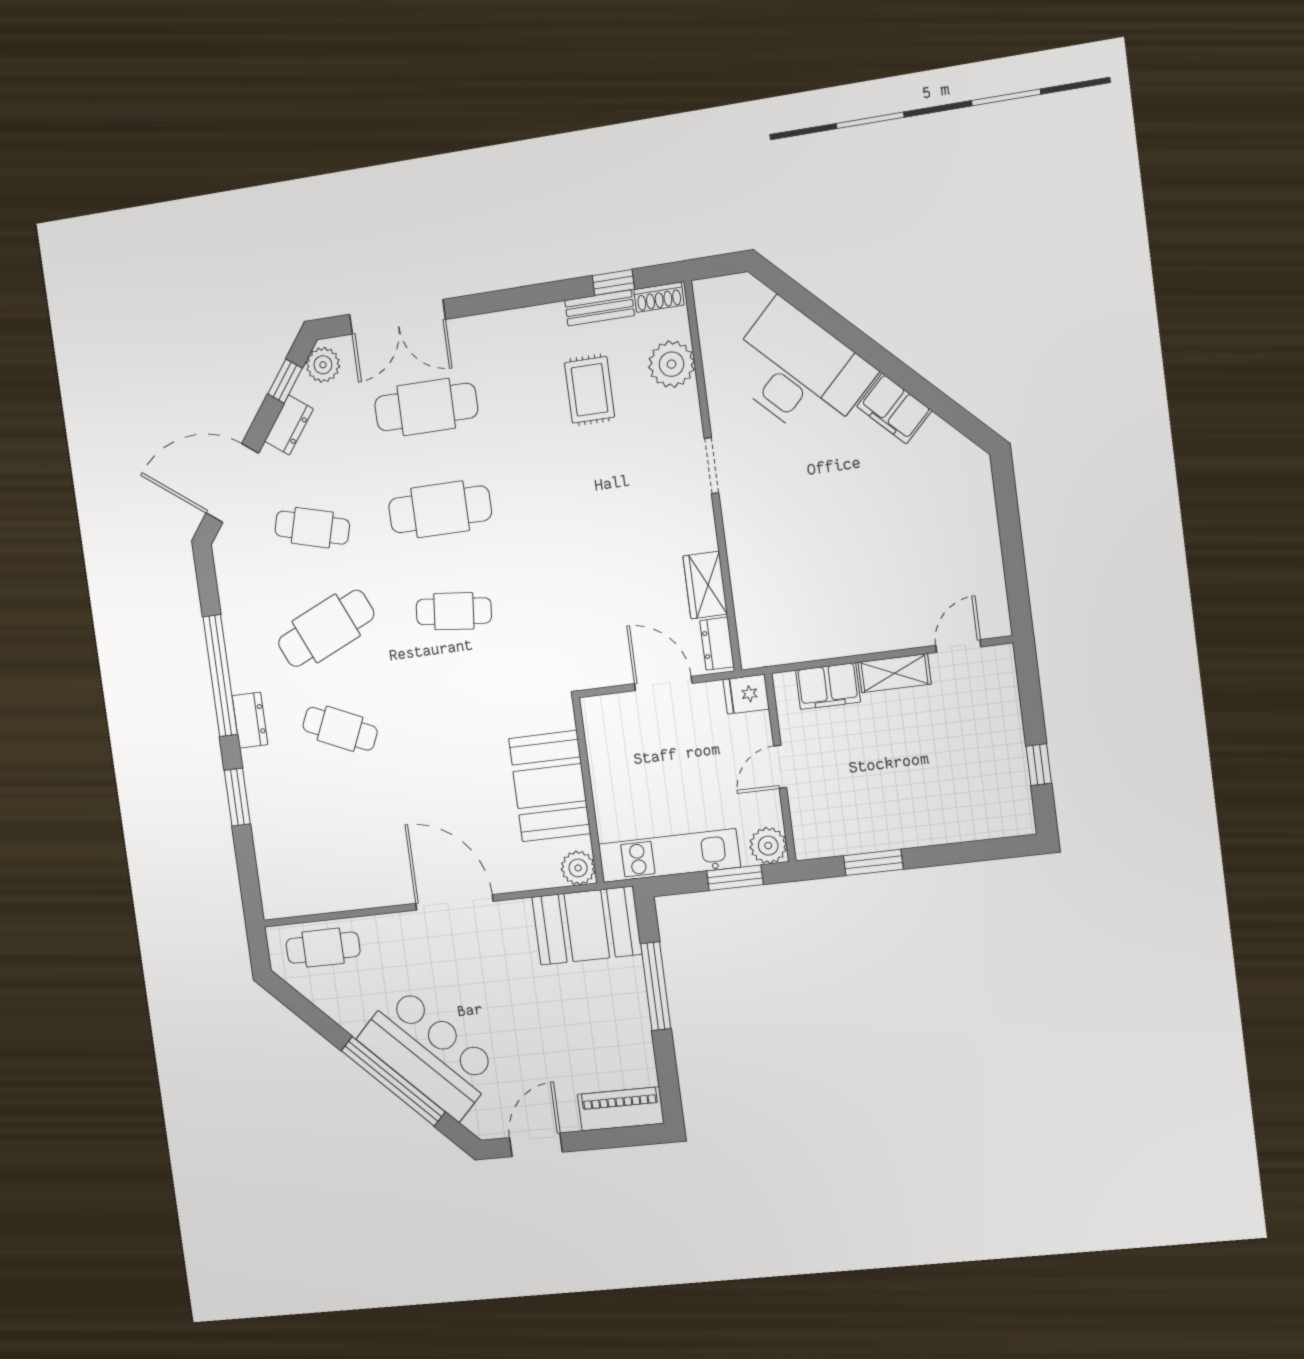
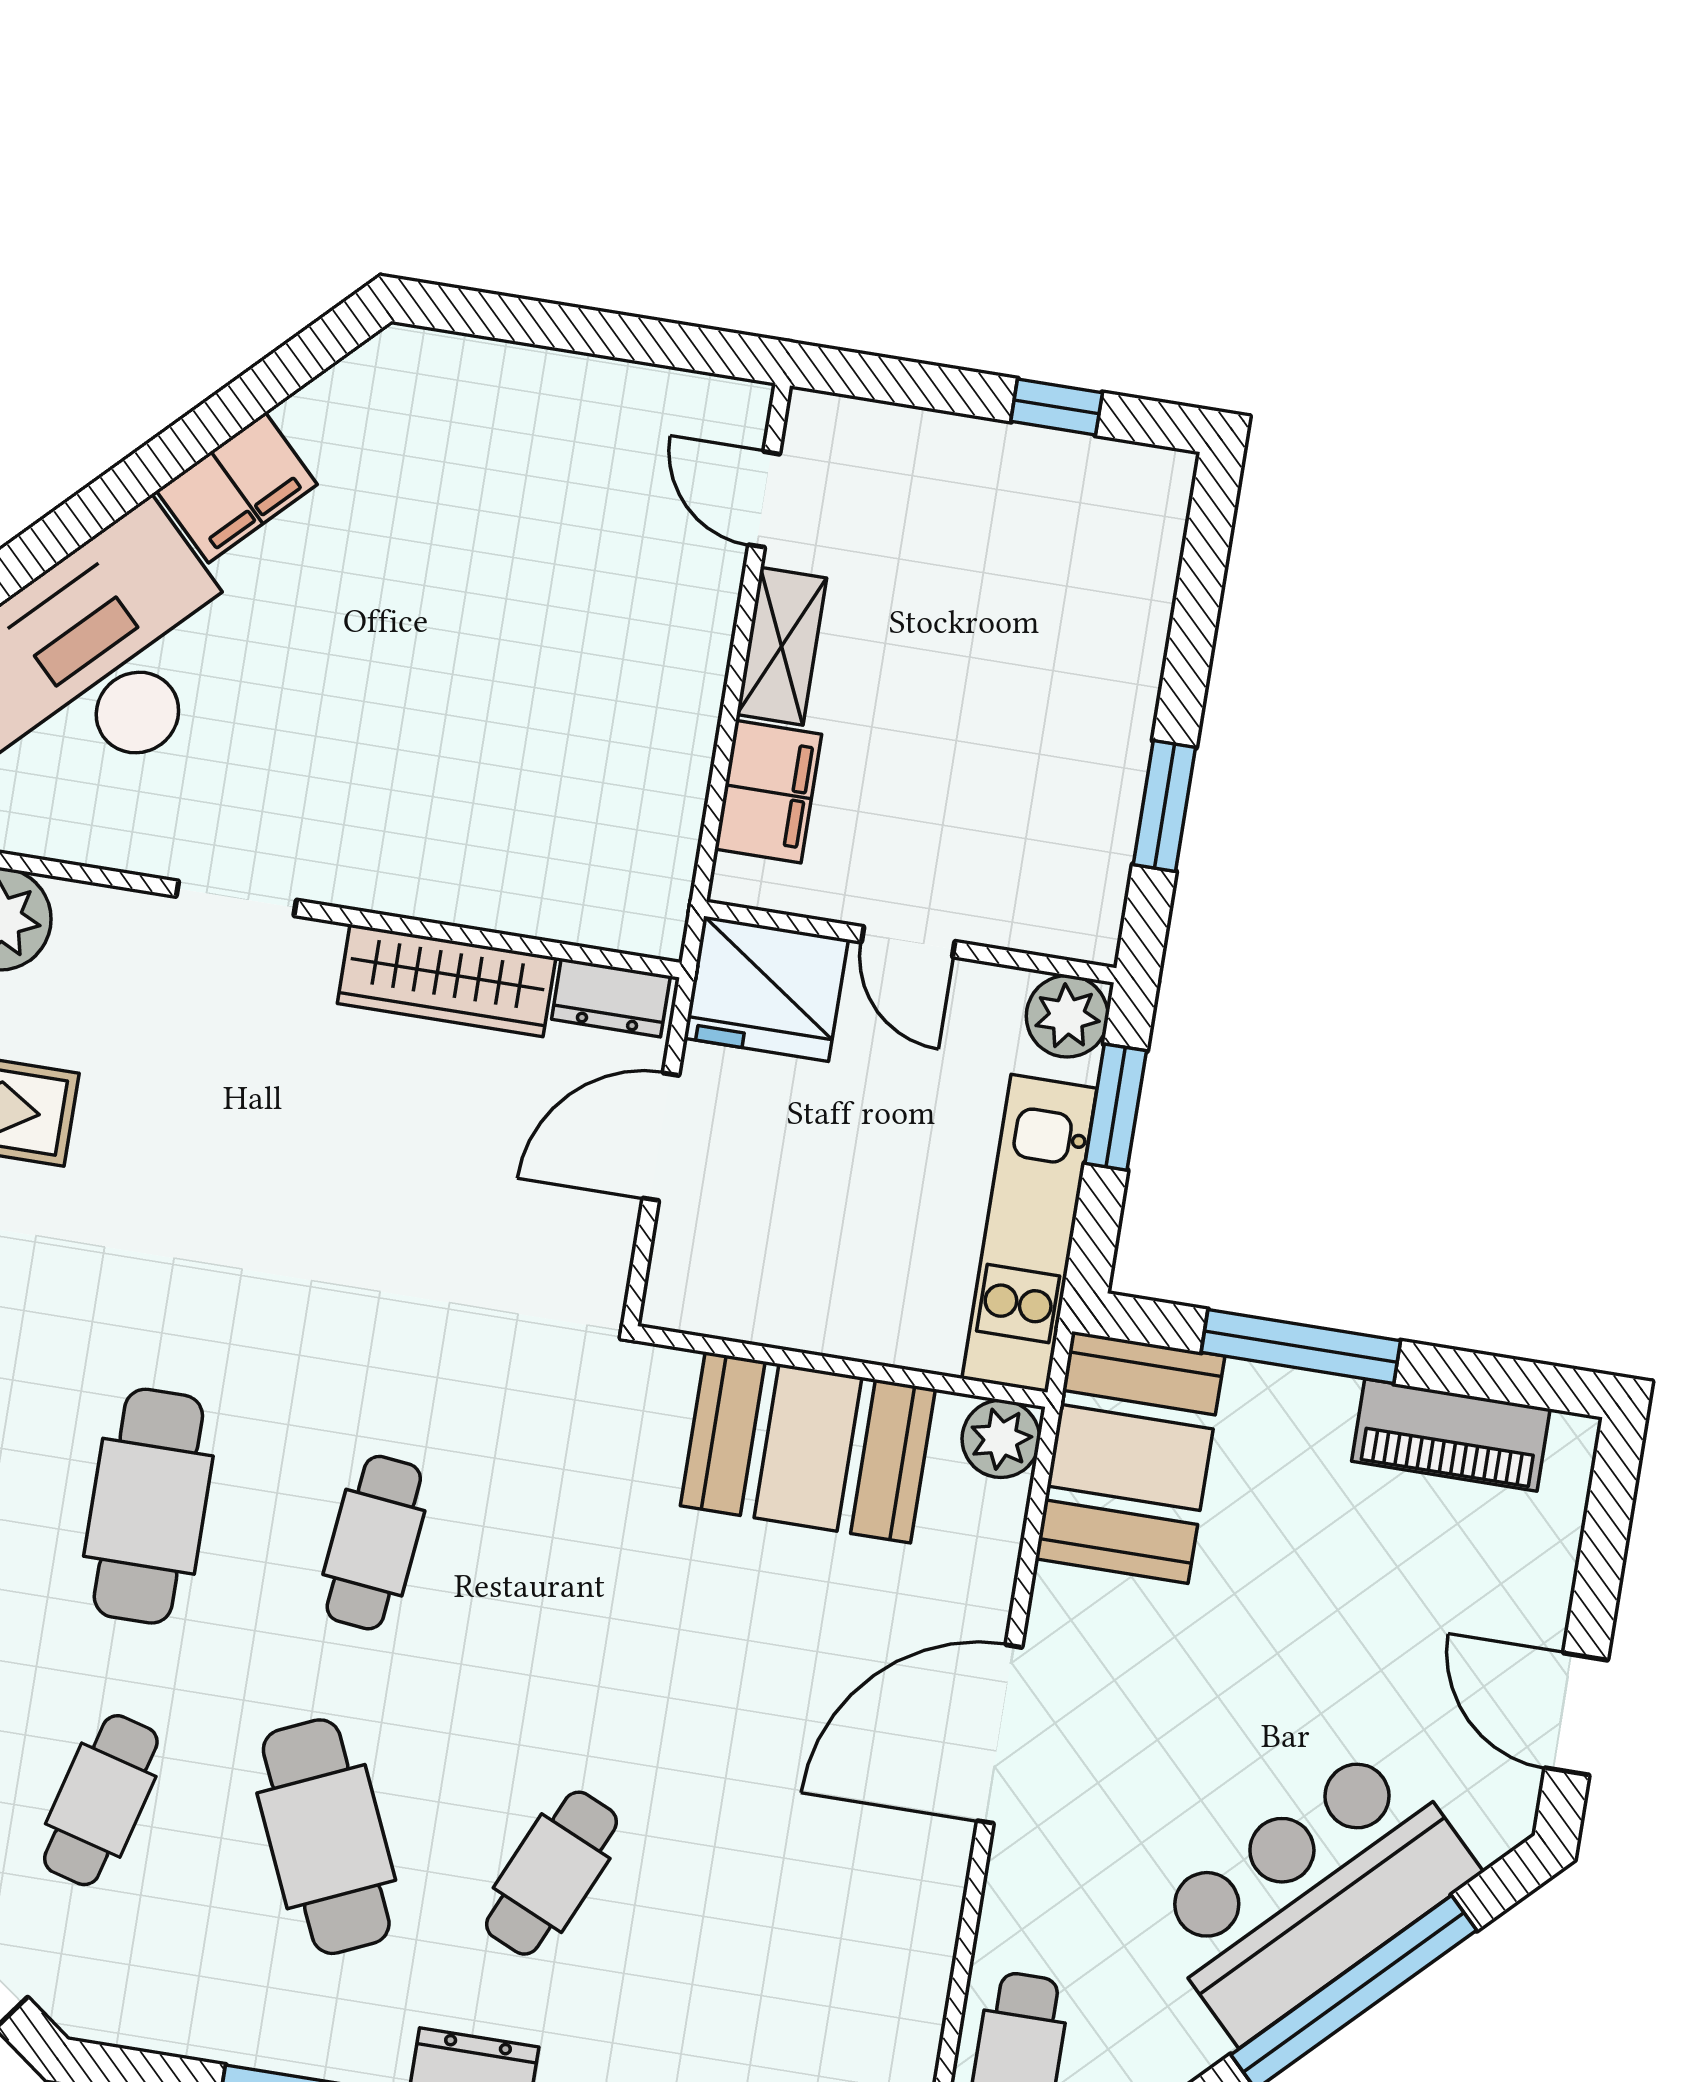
wardrobe: (705, 585) -> (447, 980), width x1.50
fridge: (746, 694) -> (766, 989), width x1.88, depth x1.34
piano: (621, 1109) -> (1451, 1435), moved, turned -90

